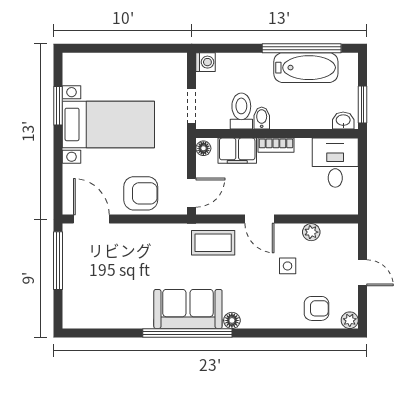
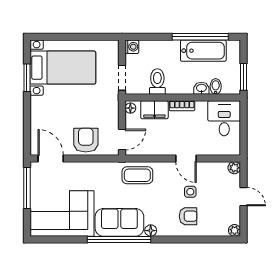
bidet: (262, 118) -> (216, 87), moved
washbasin: (343, 121) -> (201, 88), moved
bed with nightstands: (108, 124) -> (63, 68), moved
armchair: (141, 193) -> (86, 140), turned -90
door: (259, 219) -> (186, 158), moved
plant: (311, 232) -> (234, 168), moved
corner sofa: (107, 297) -> (62, 214), added
armchair: (316, 308) -> (188, 216), moved

